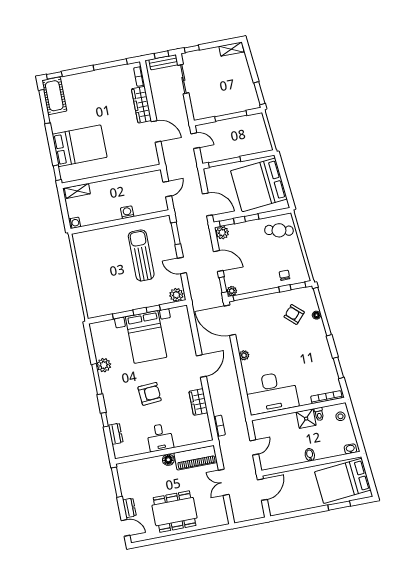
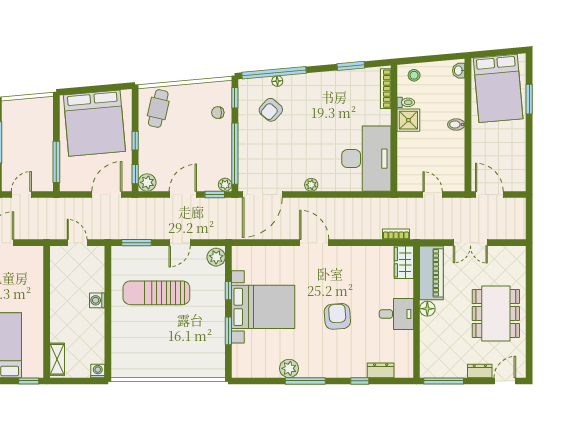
wardrobe: (198, 402) -> (404, 262), moved, turned 90

